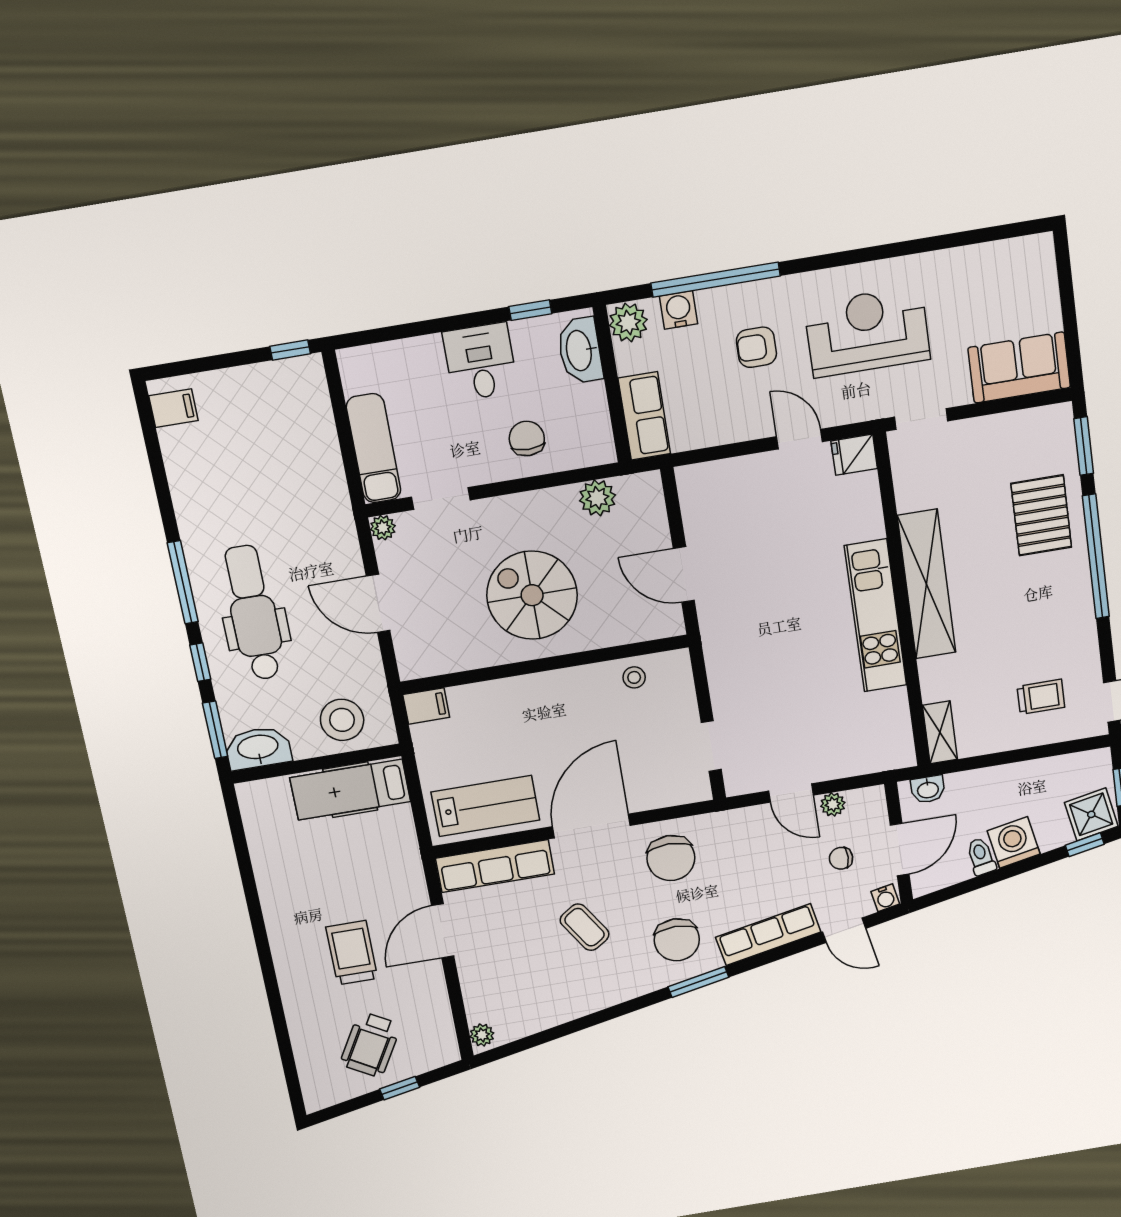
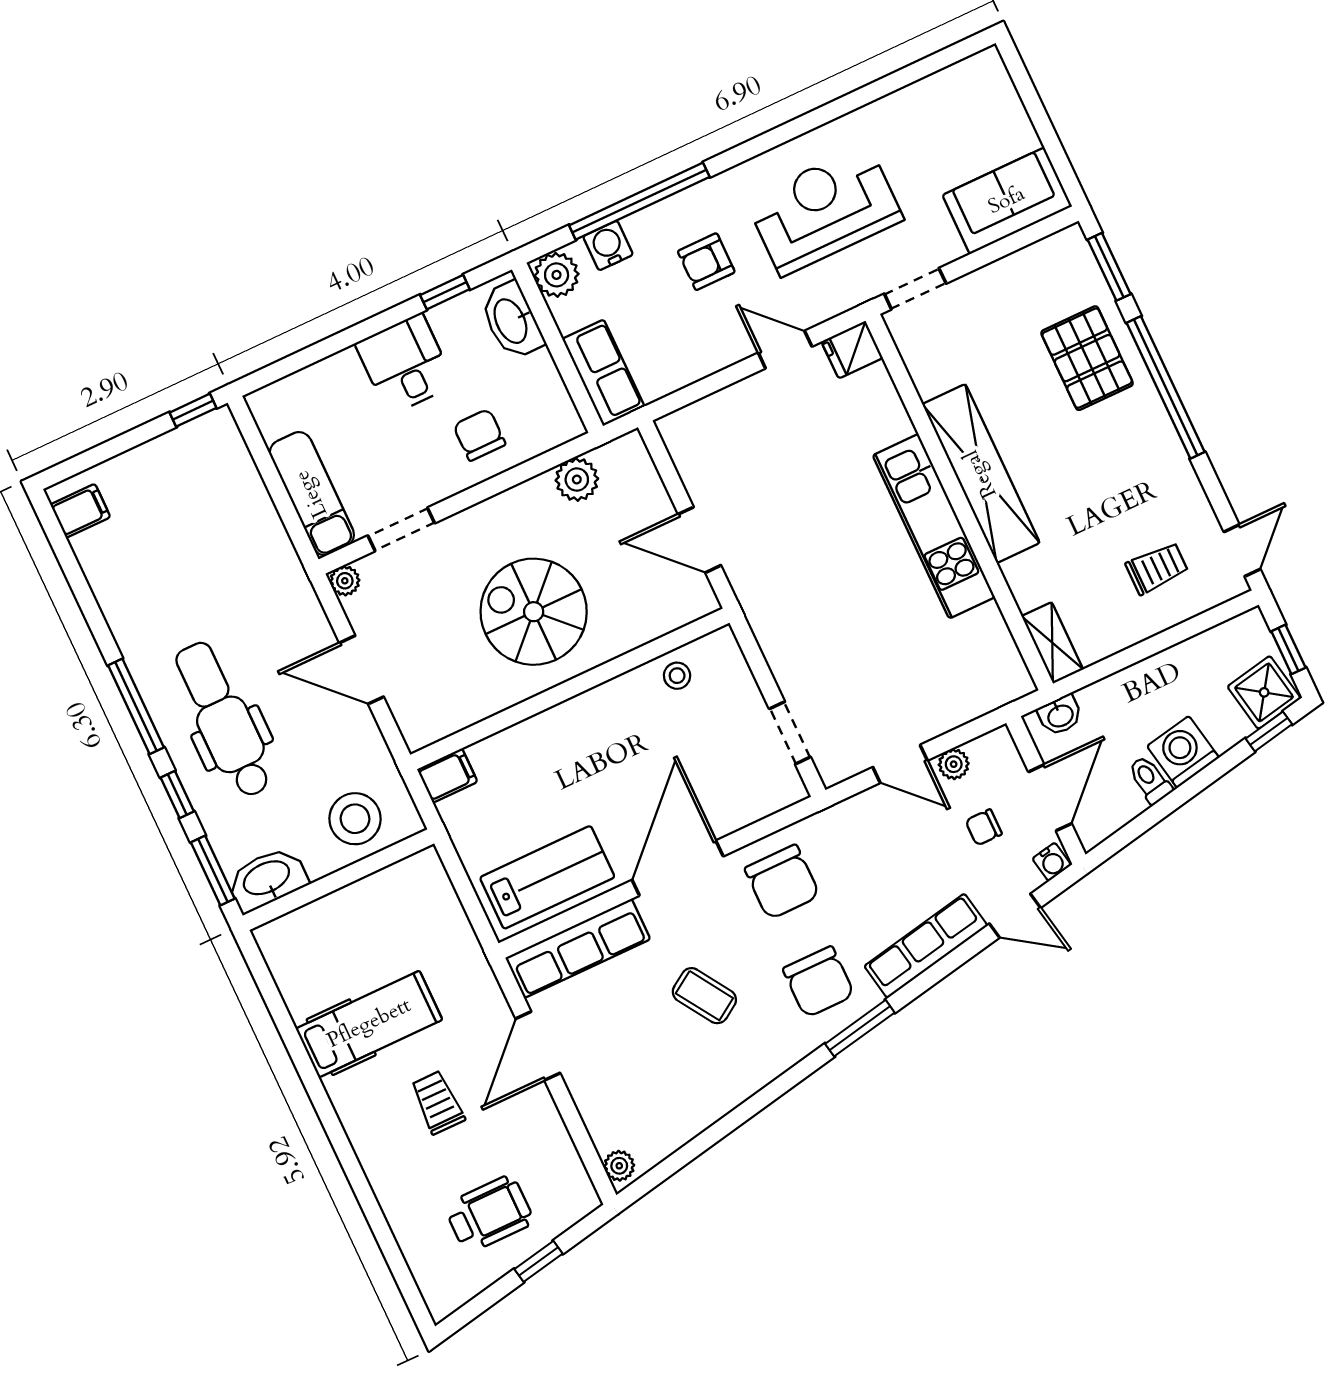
hospital bed: (350, 790) -> (369, 1024), moved, turned 180
trolley: (352, 953) -> (438, 1102), width x0.73, depth x0.72
wheelchair: (370, 1044) -> (489, 1214), turned -120

